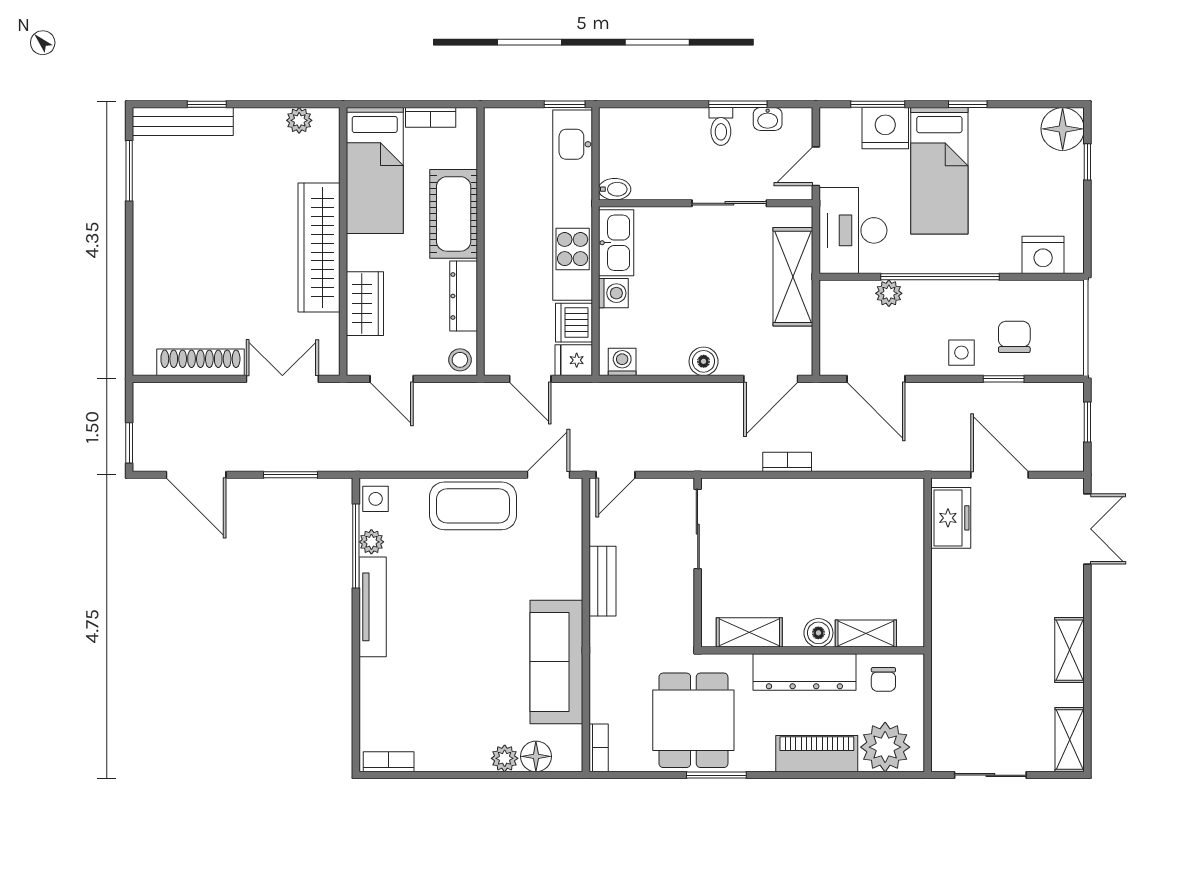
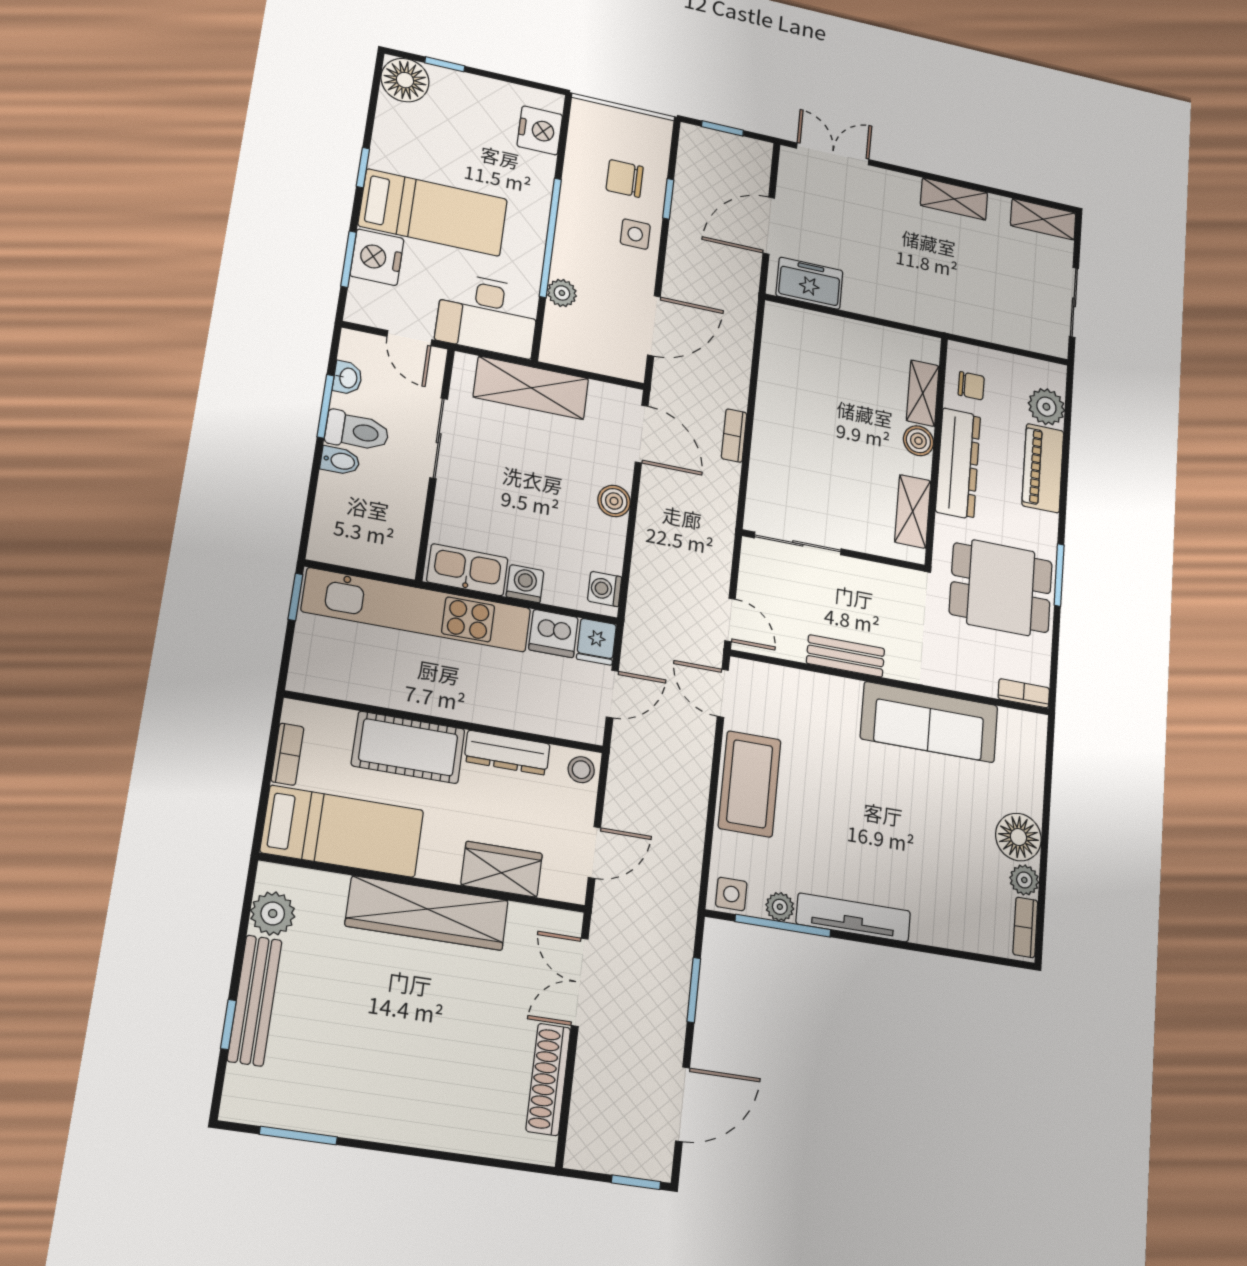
plant: (299, 120) -> (273, 914), width x1.38, depth x1.38
bench: (183, 122) -> (255, 1000), moved
toilet: (721, 126) -> (357, 431), width x1.37, depth x1.39
bidet: (615, 189) -> (340, 461), moved, turned 90
plant: (885, 747) -> (1046, 407), width x0.73, depth x0.73
floor lamp: (536, 756) -> (1018, 837), moved, width x1.38, depth x1.38
plant: (505, 758) -> (1024, 880), moved

